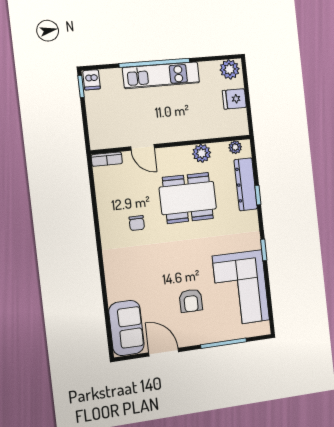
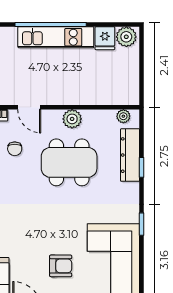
fridge: (234, 99) -> (105, 38), moved, turned -90
plant: (202, 153) -> (72, 119), moved
chair: (137, 223) -> (15, 149), moved
armchair: (191, 301) -> (61, 266), turned -90

